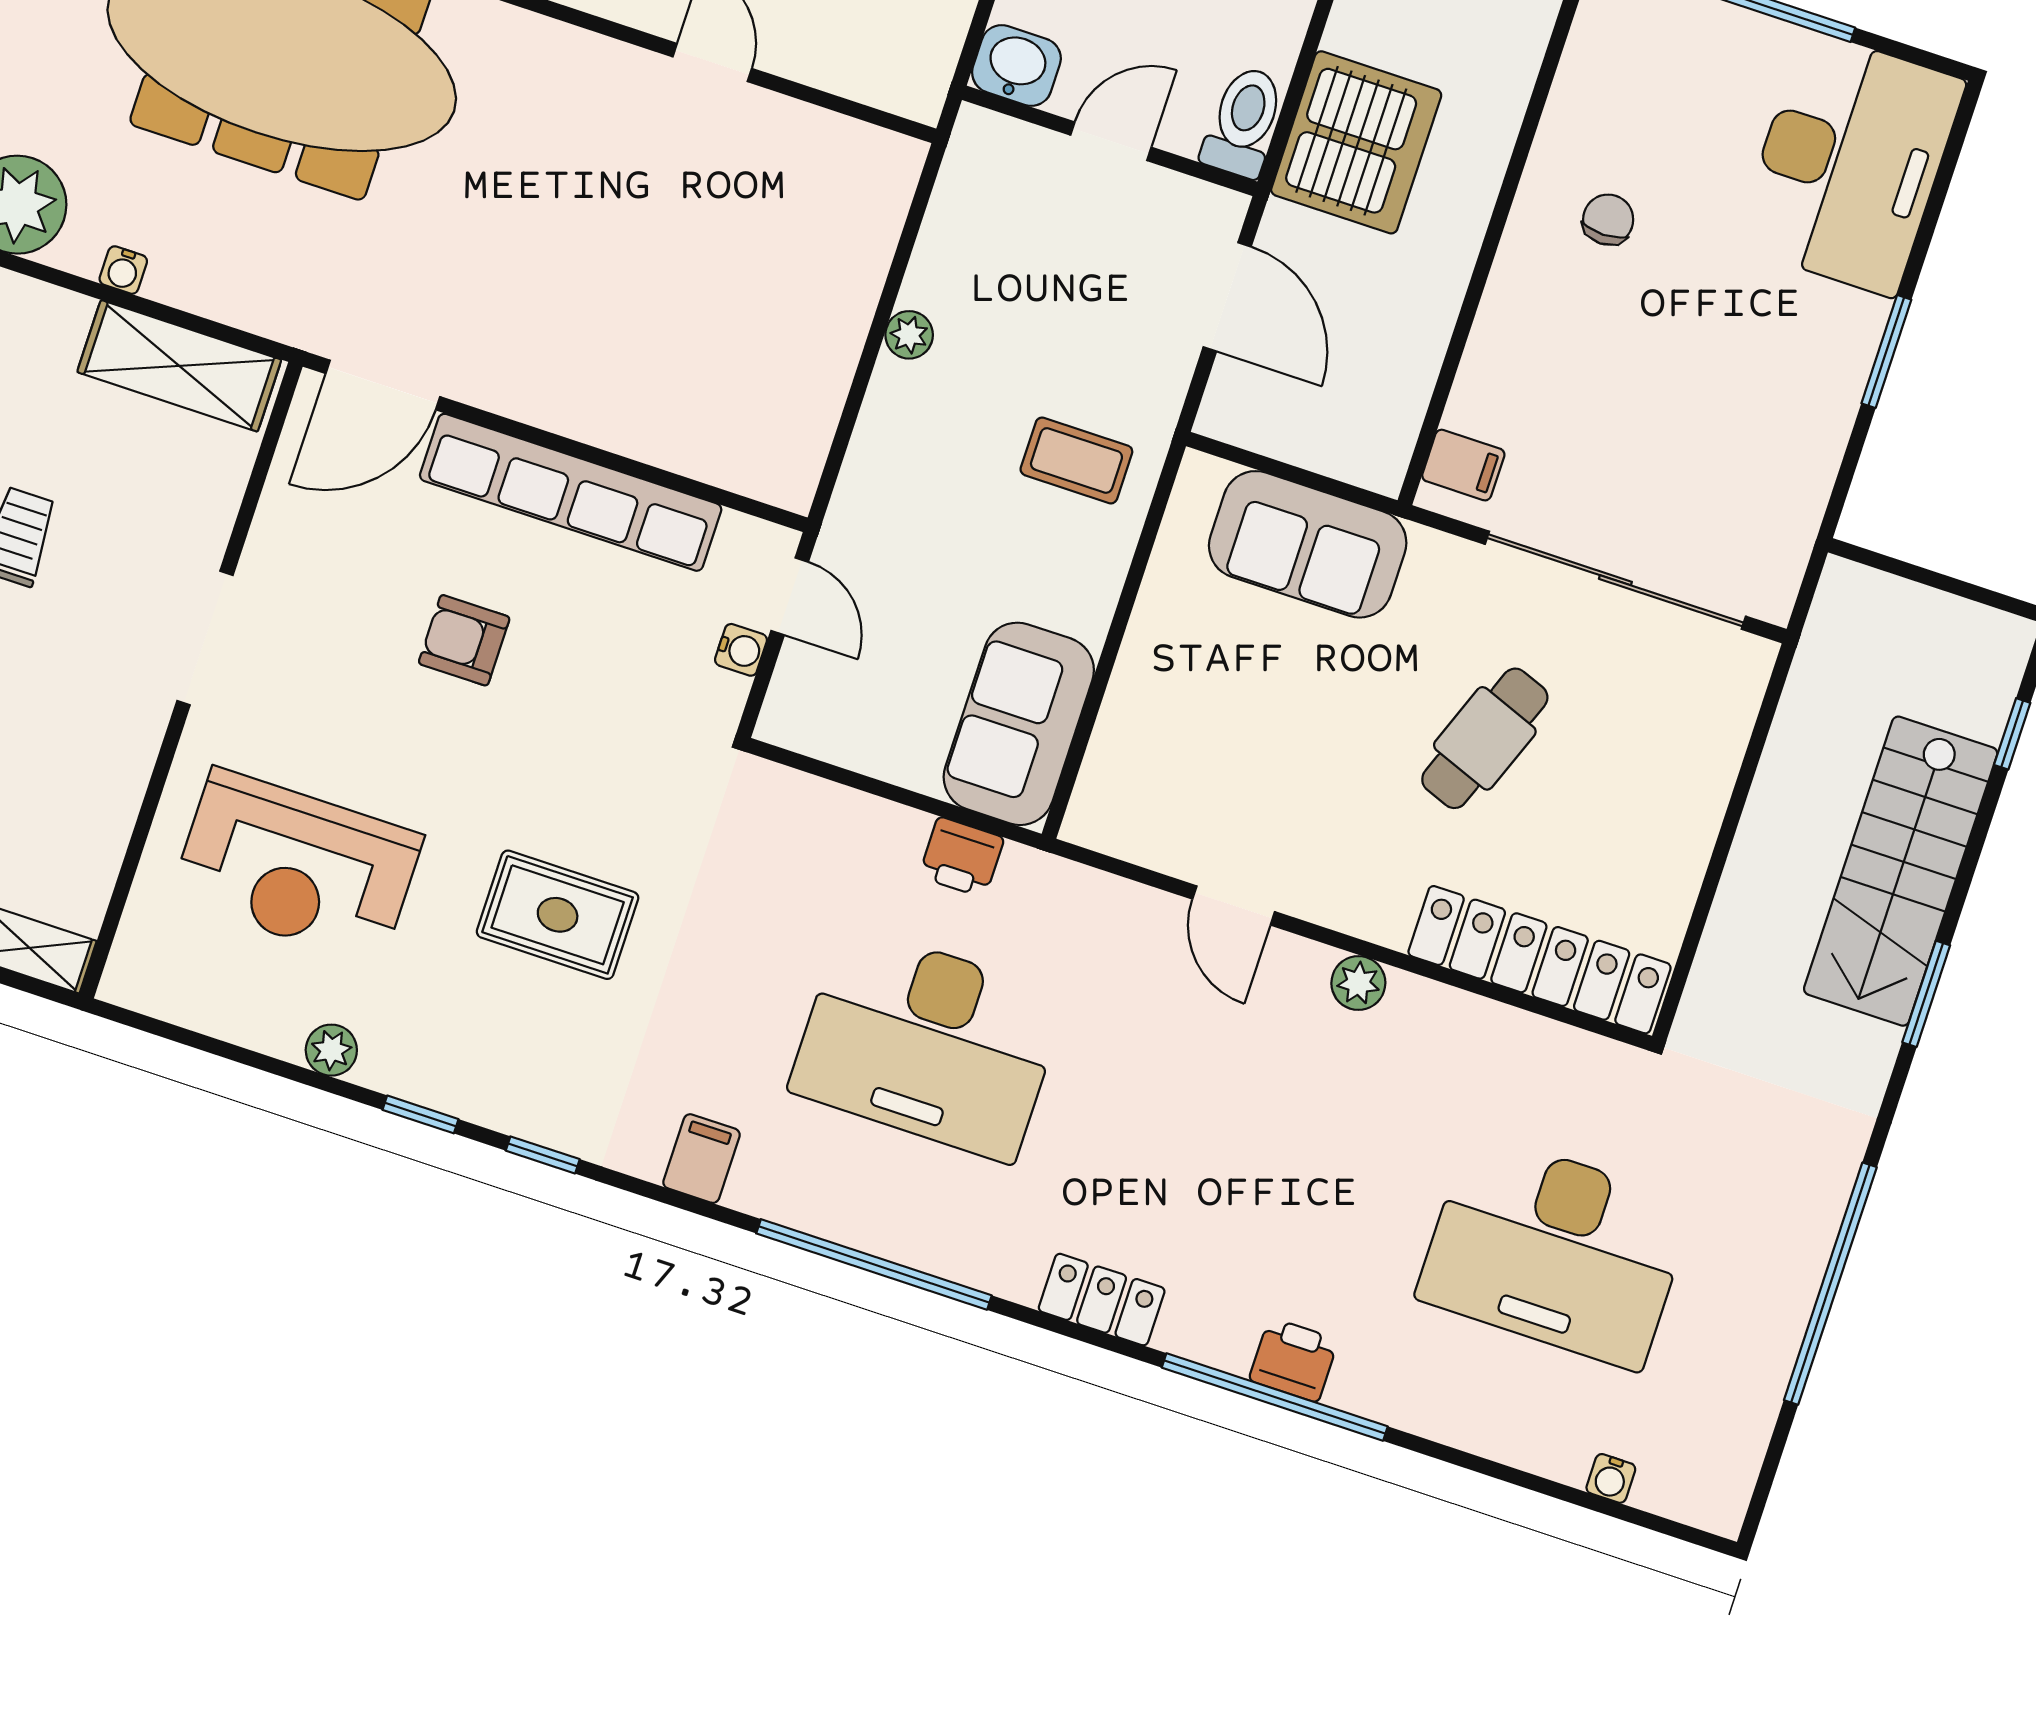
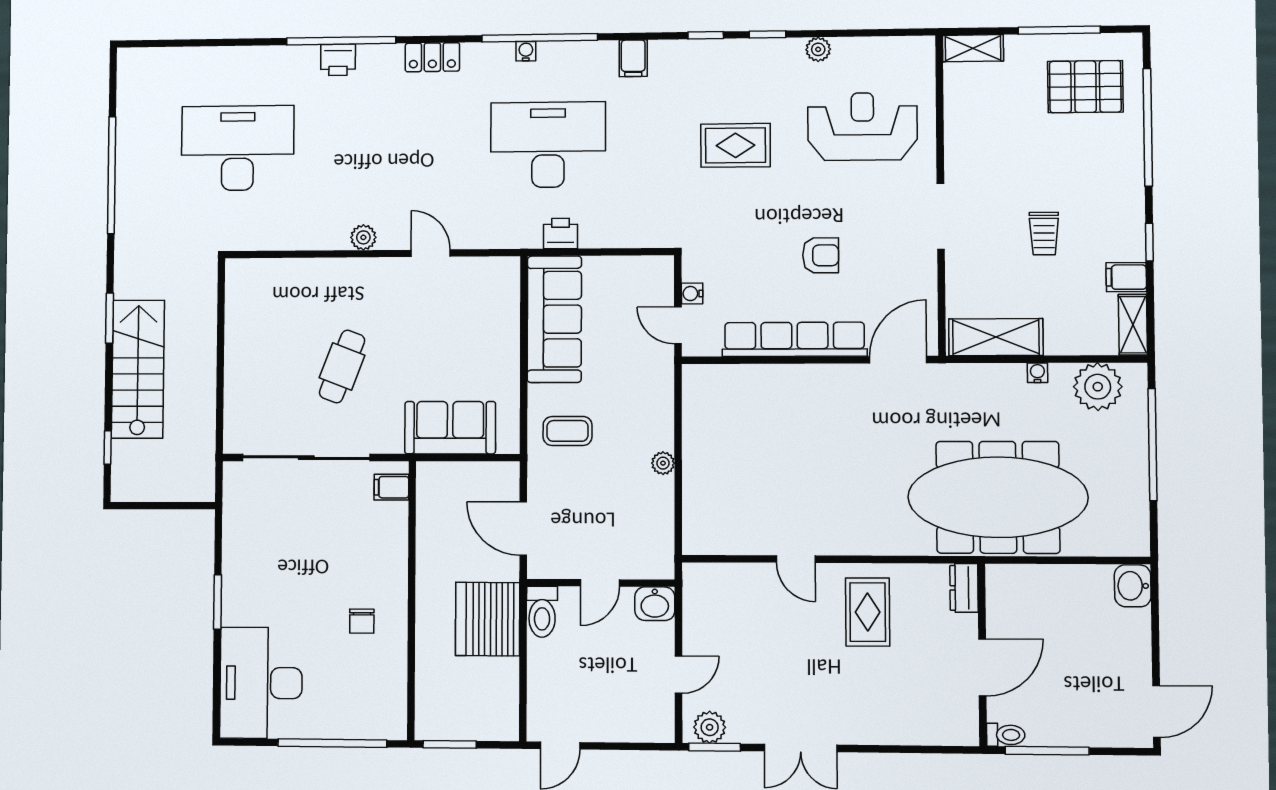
sofa: (1019, 724) -> (554, 319), width x1.36
locker: (1540, 960) -> (286, 275), removed
water cooler: (1611, 1478) -> (526, 51), moved

